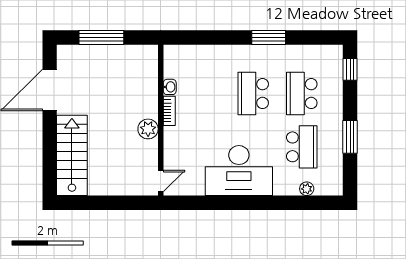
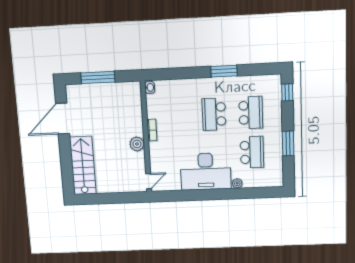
washbasin: (170, 87) -> (150, 87), moved
school desk: (302, 94) -> (251, 113), turned 180
plant: (307, 189) -> (237, 183), moved

